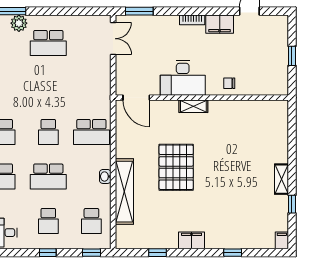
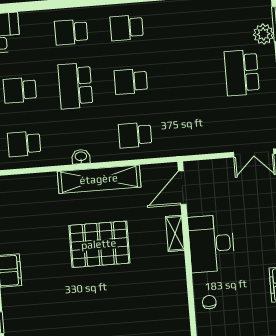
shelving: (193, 106) -> (175, 233), moved
school desk: (91, 132) -> (135, 135), width x0.54
shelving: (124, 192) -> (99, 179), moved

